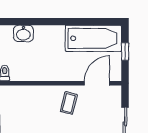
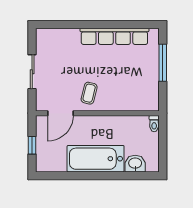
bathtub: (93, 38) -> (96, 159), moved

